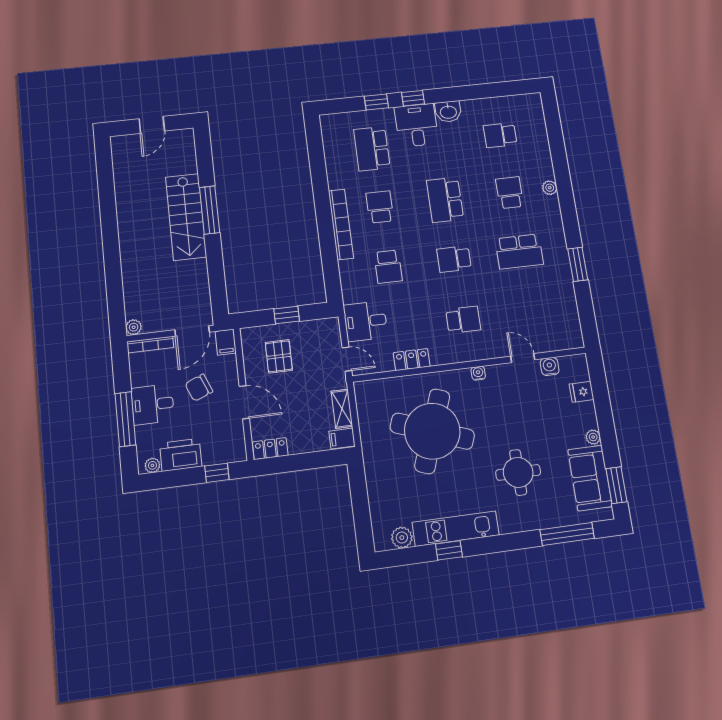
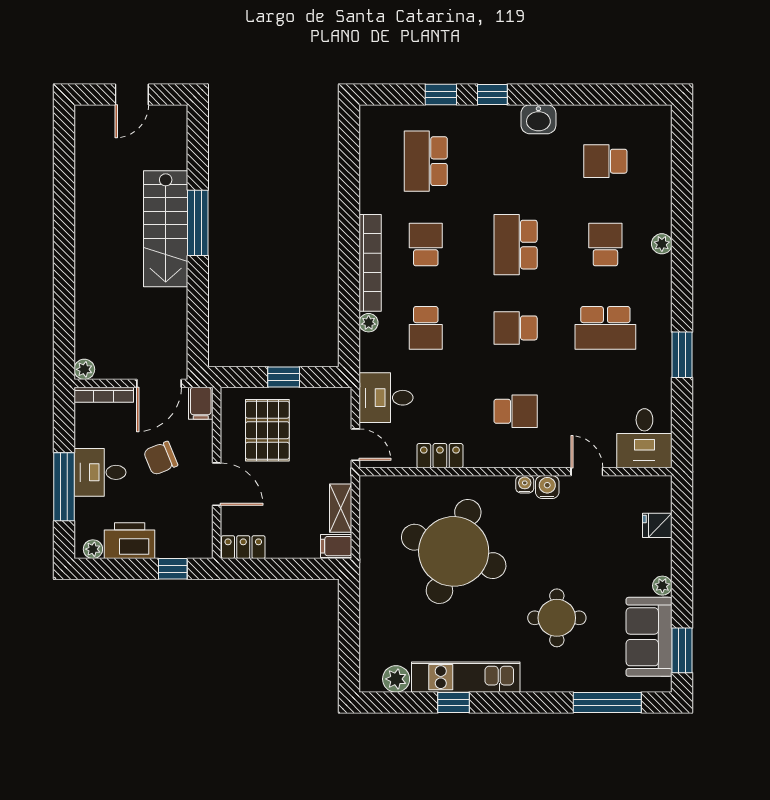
desk: (416, 125) -> (644, 438), moved, turned 180
plant: (345, 268) -> (369, 323), added
pallet: (279, 356) -> (267, 430), width x1.50, depth x1.42
water cooler: (550, 366) -> (547, 487), moved

